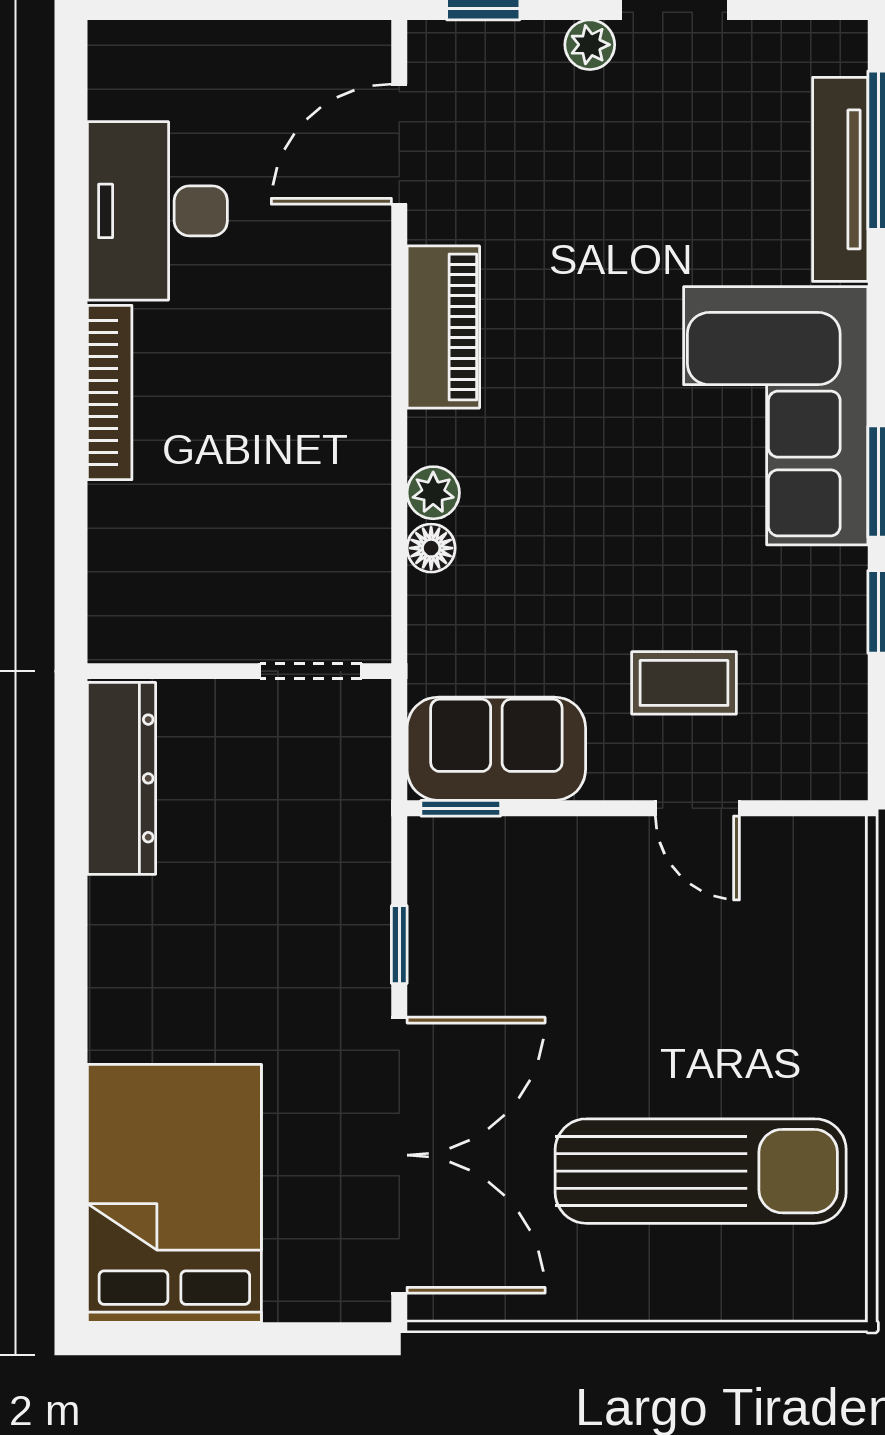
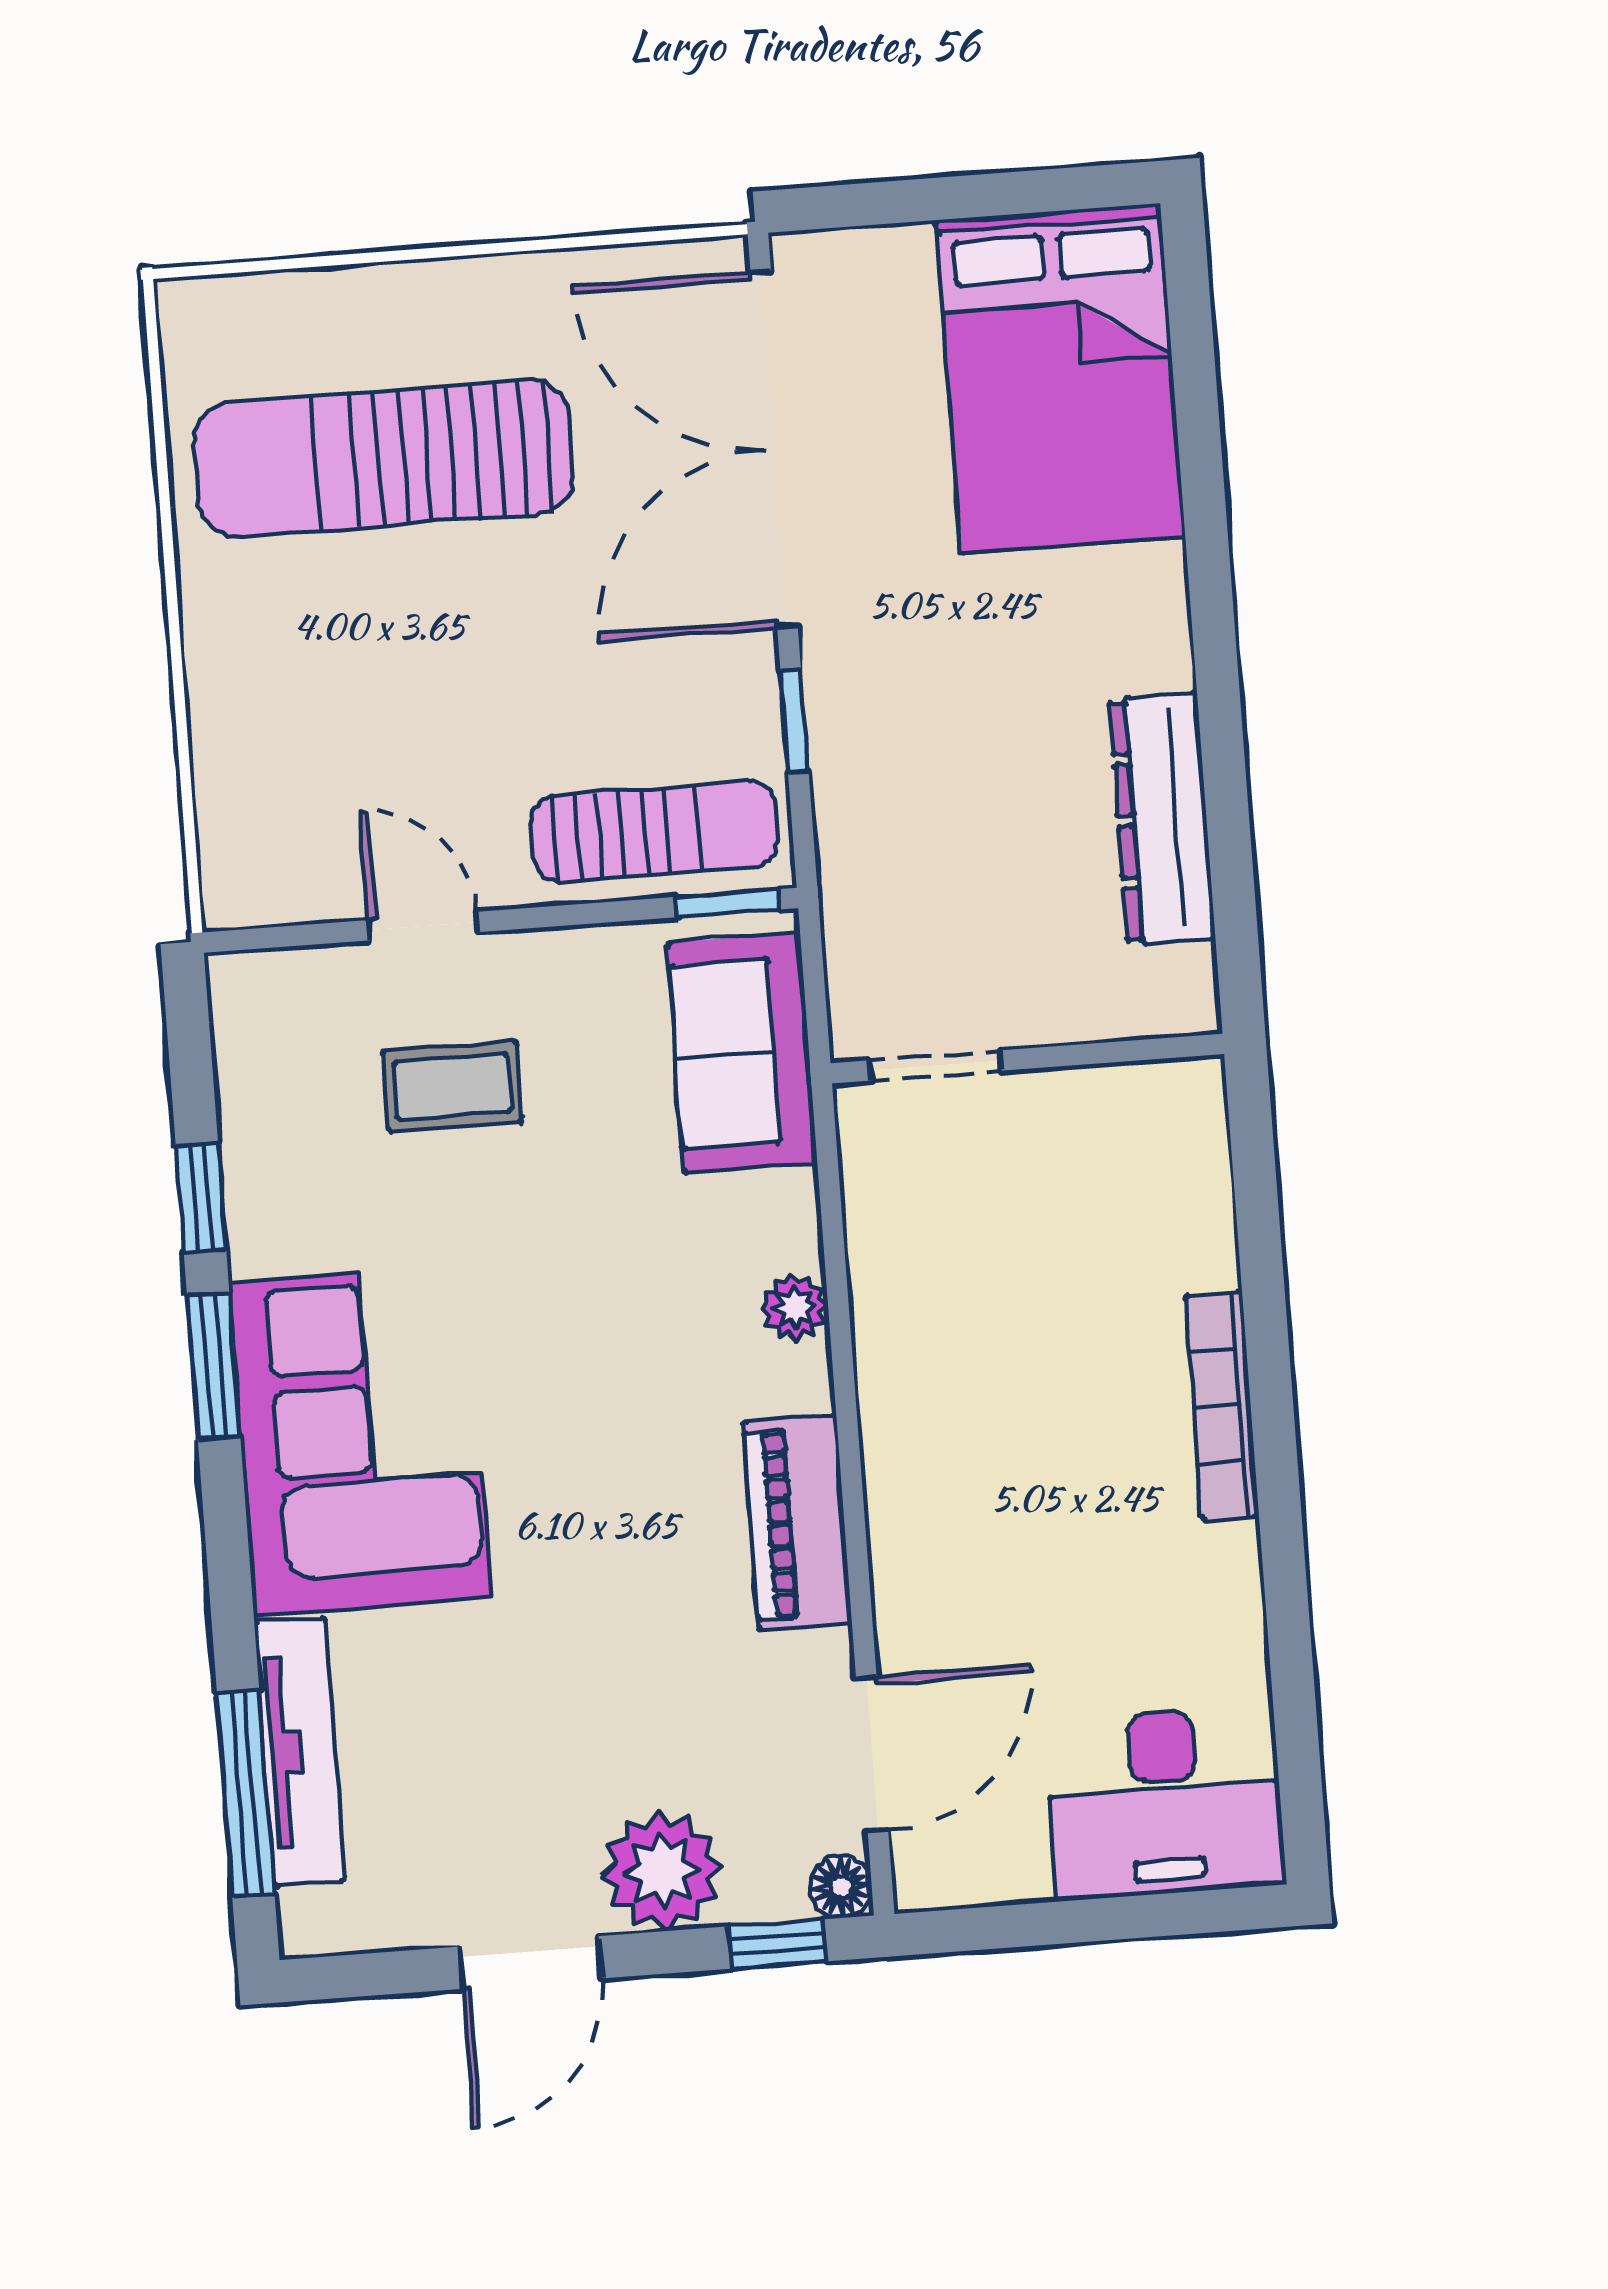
plant: (590, 45) -> (662, 1871), width x1.87, depth x1.87
desk: (157, 211) -> (1165, 1803), moved, turned 90
floor lamp: (431, 548) -> (841, 1887), moved
sofa: (496, 749) -> (742, 1053), moved, turned 90
dresser: (122, 778) -> (1162, 819), moved
sun lounger: (513, 868) -> (654, 831), added

